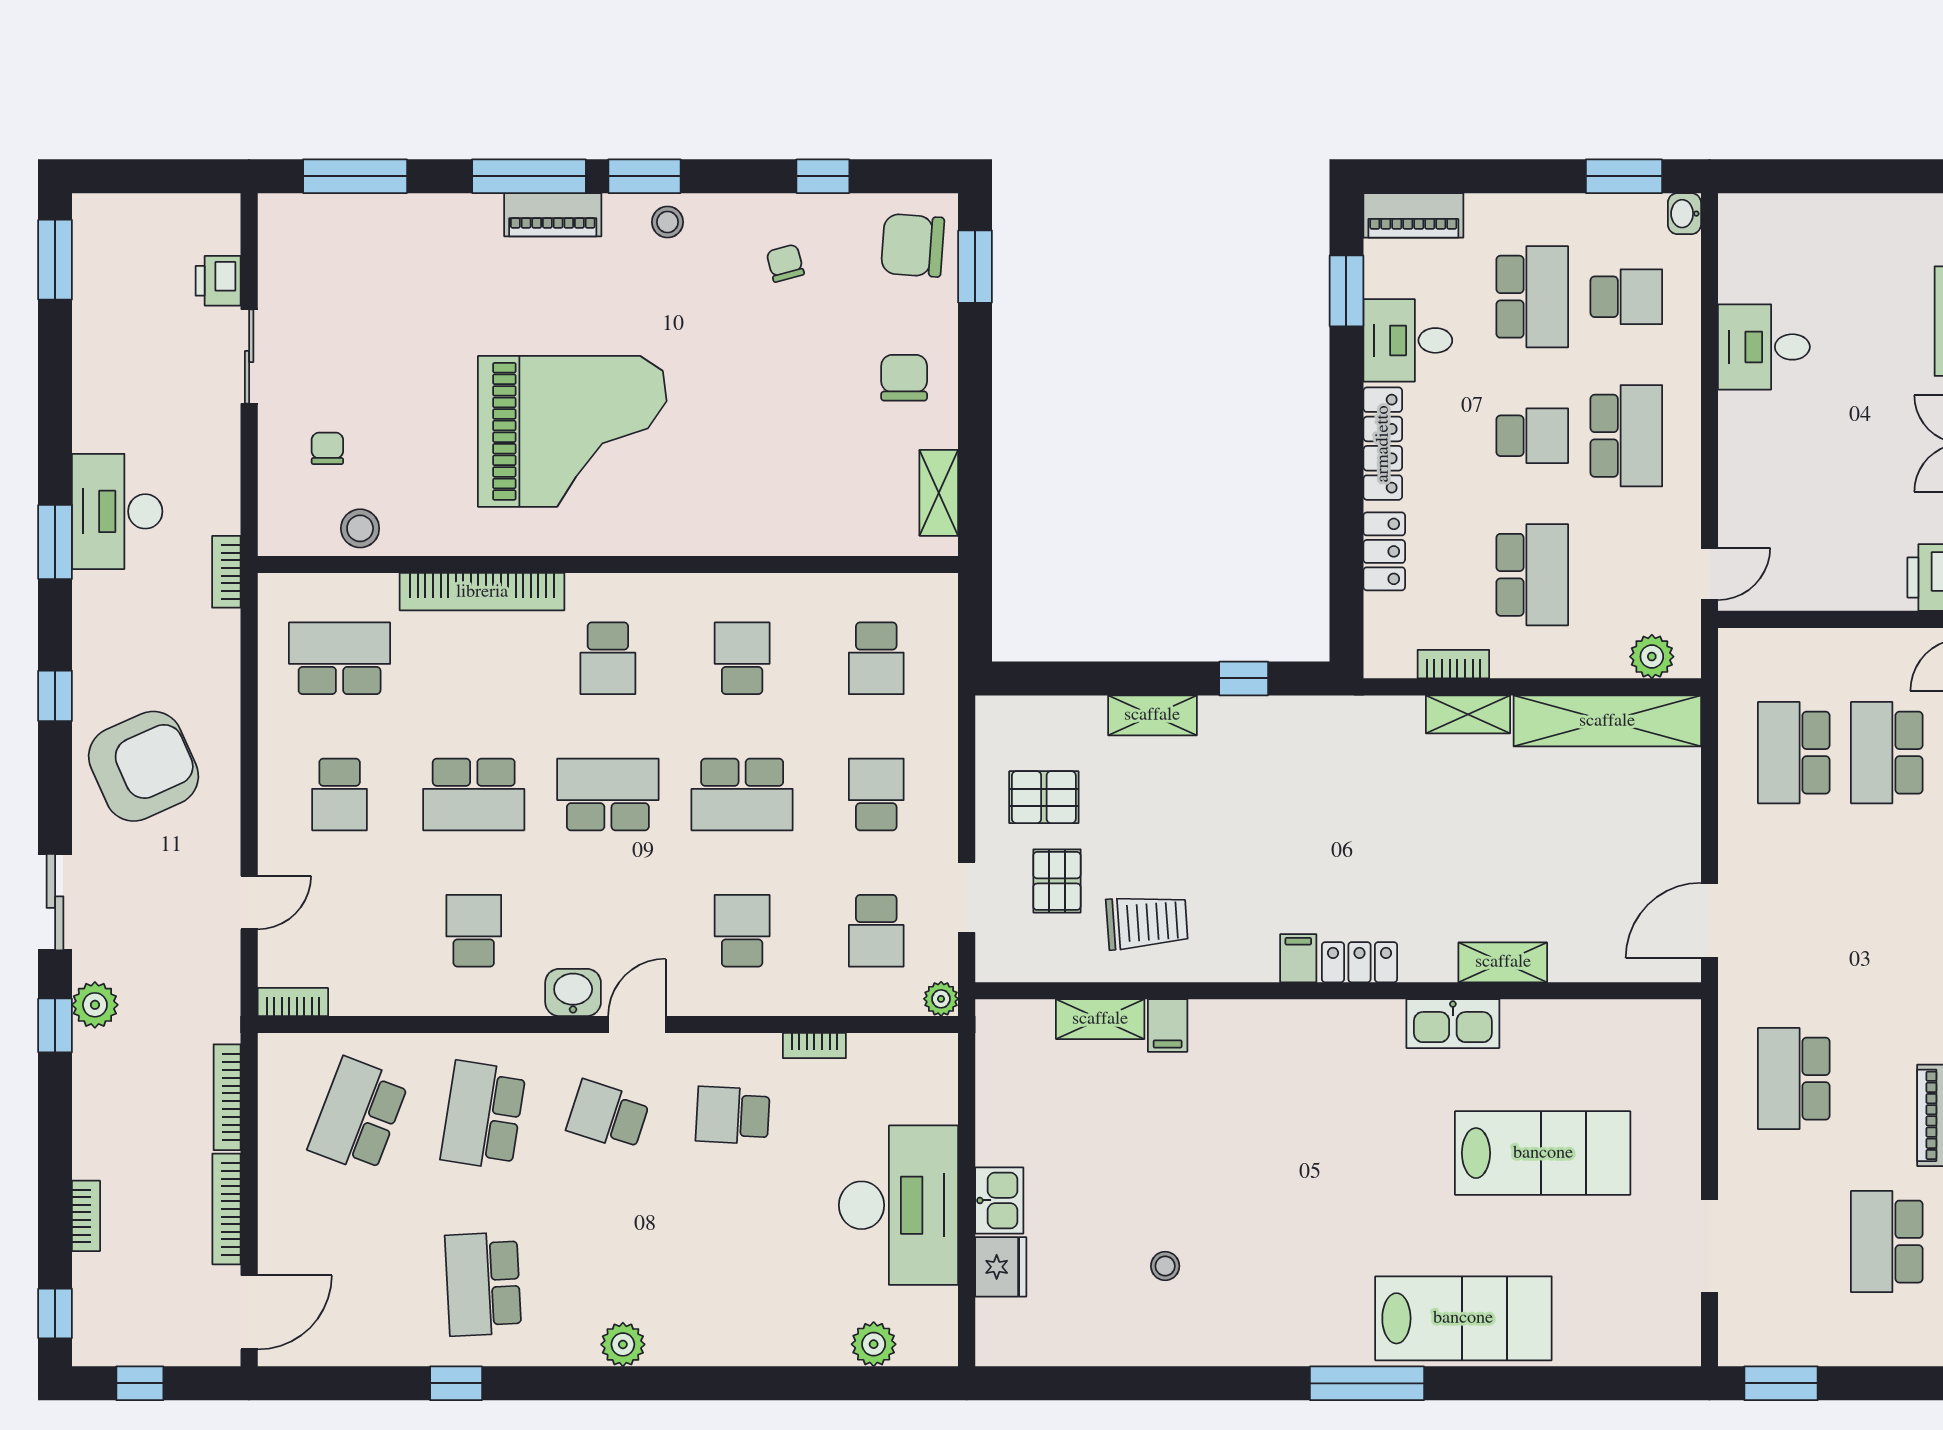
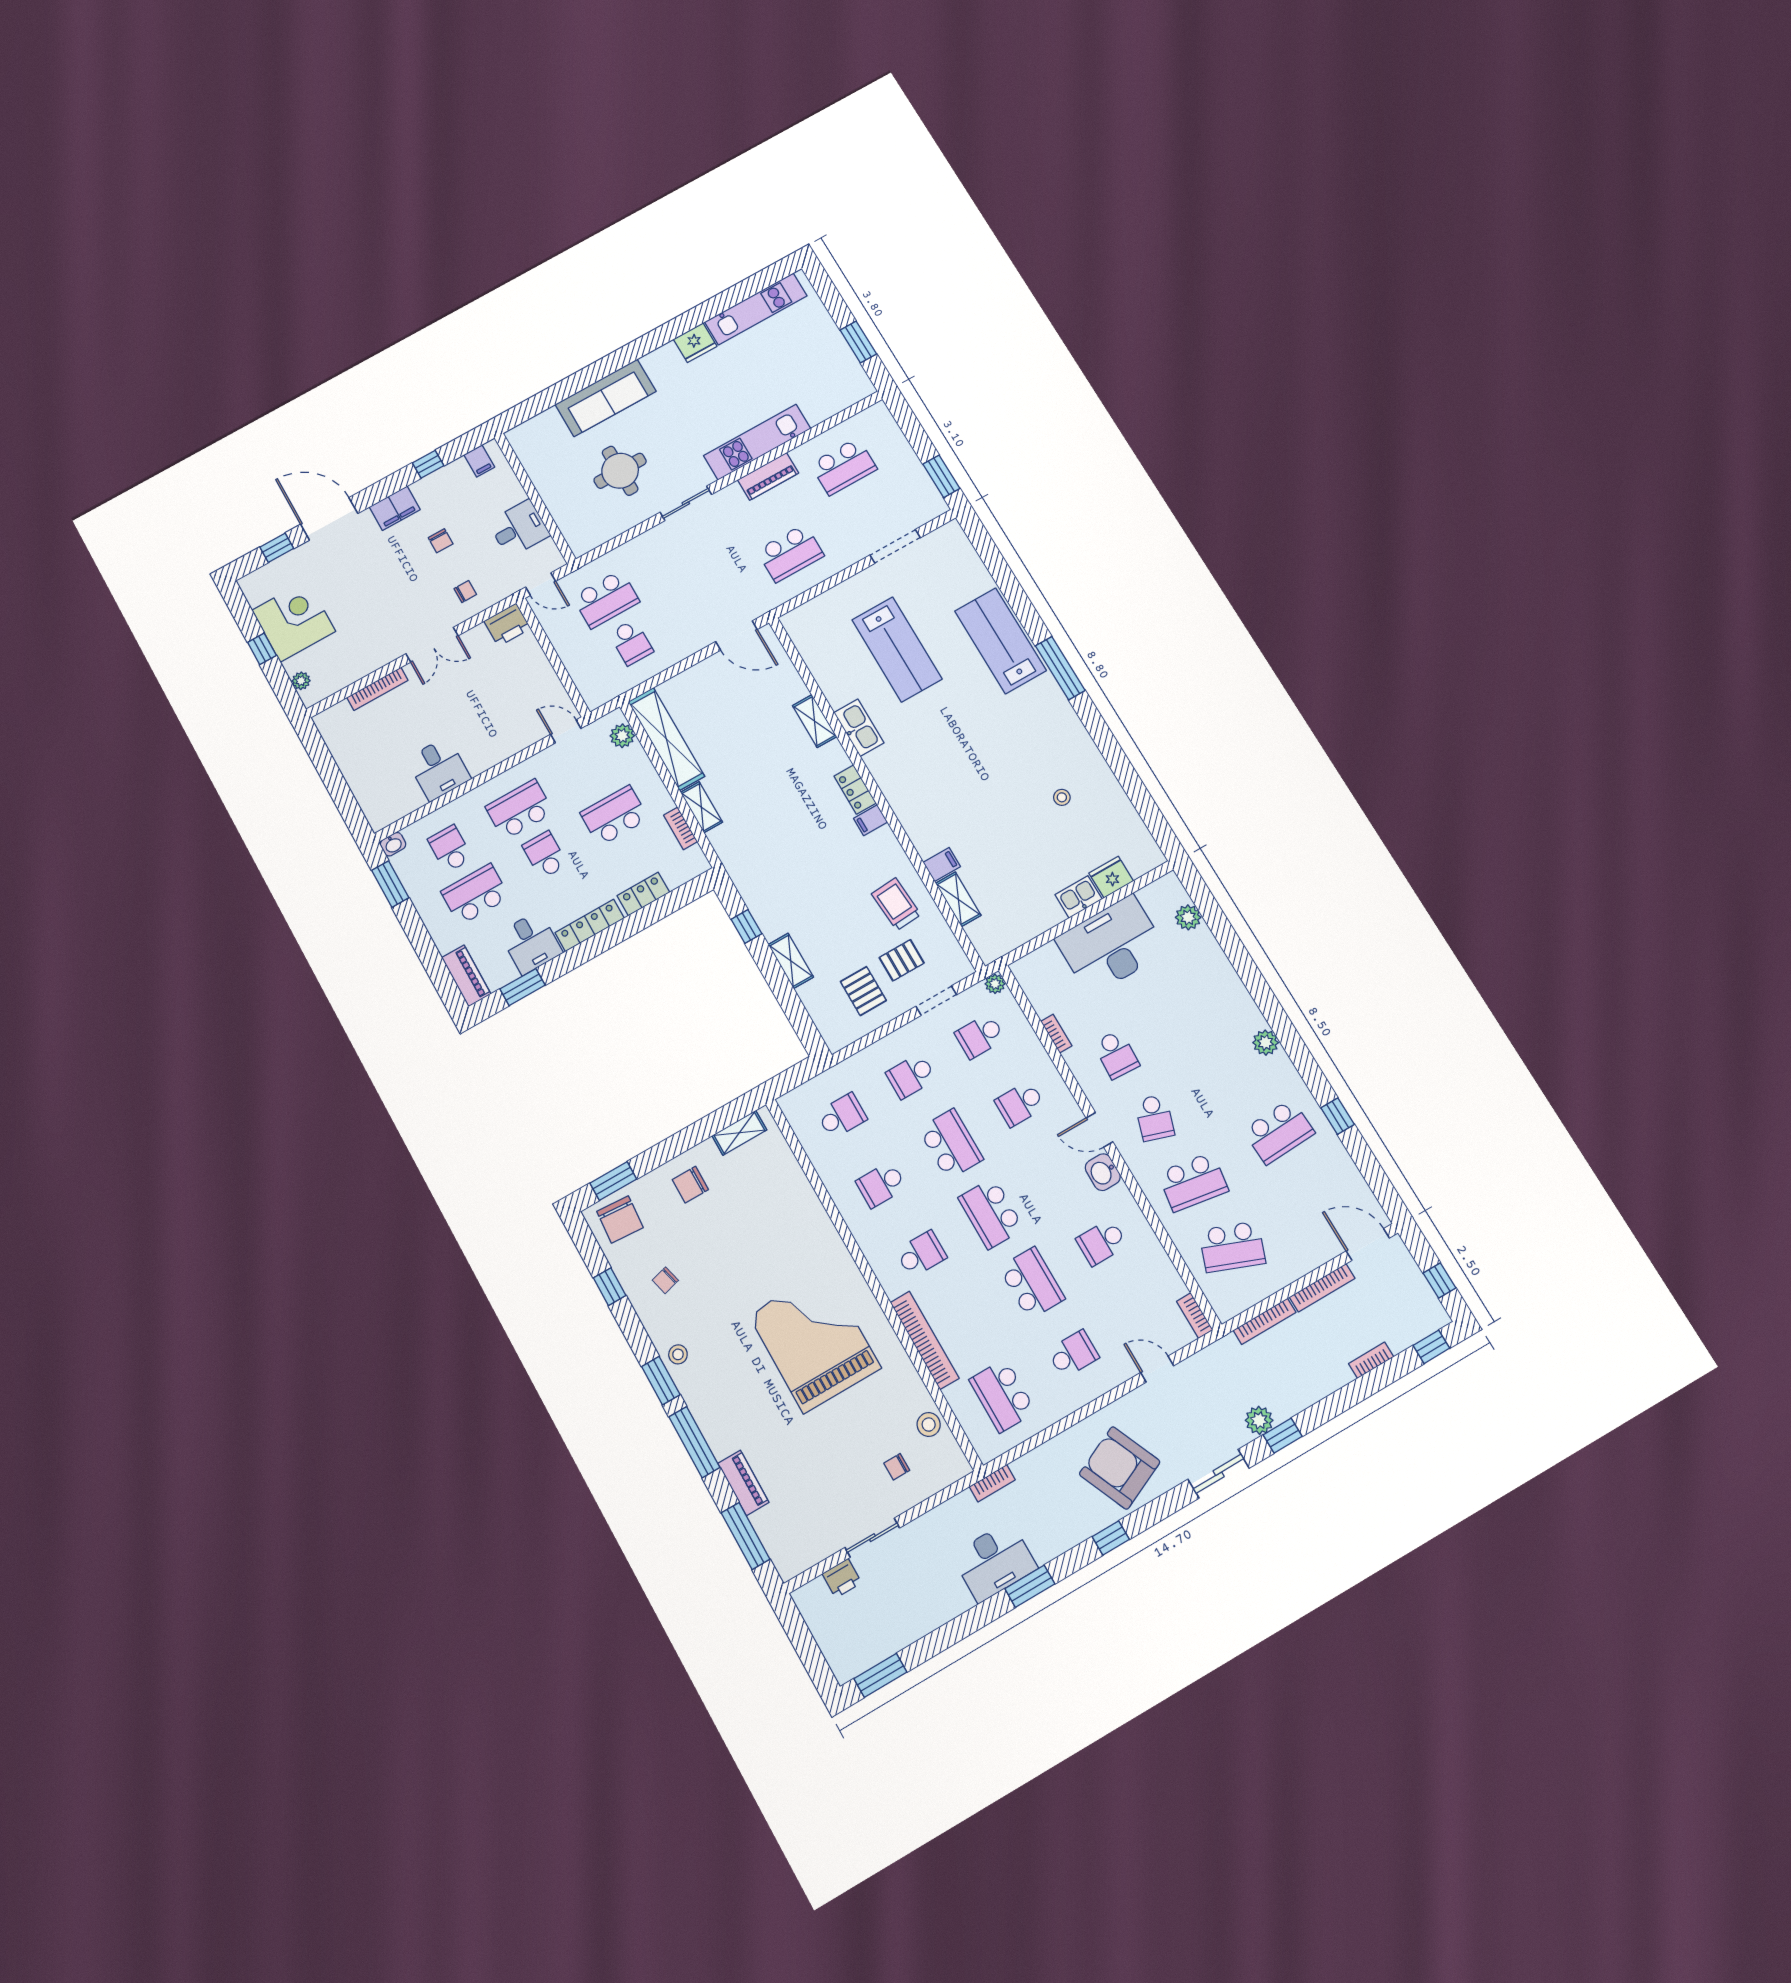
piano: (553, 215) -> (743, 1483), moved
school desk: (1794, 753) -> (631, 642), width x0.54
school desk: (876, 931) -> (980, 1036), turned 180
lab bench: (1543, 1153) -> (897, 649), turned 180

